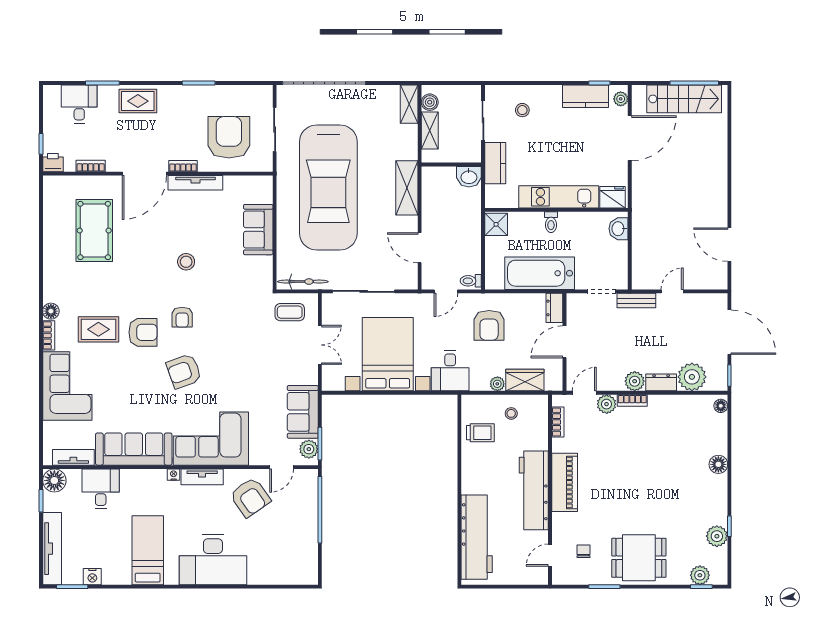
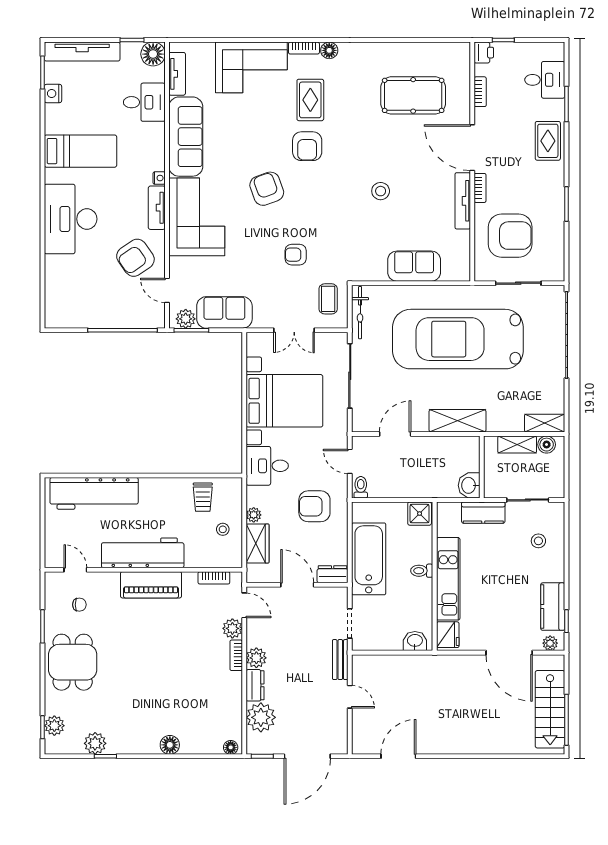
armchair: (182, 317) -> (296, 255), moved

